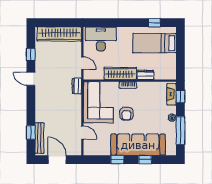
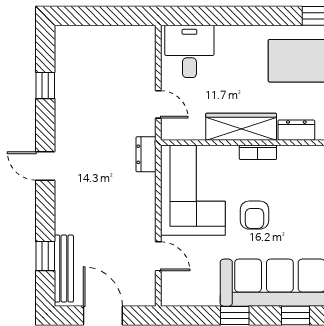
wardrobe: (59, 34) -> (108, 41), removed
desk: (101, 39) -> (189, 51), width x0.73
door: (31, 79) -> (45, 166), moved

